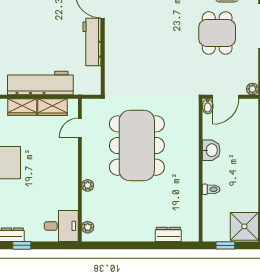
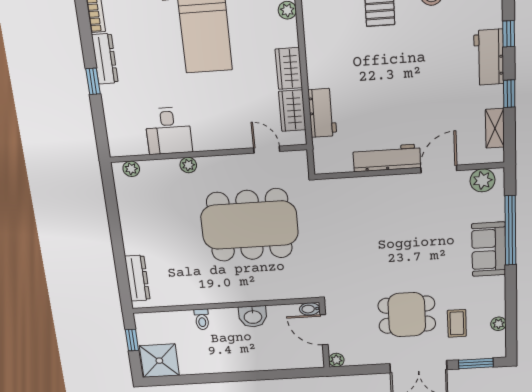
workbench: (40, 83) -> (322, 113), width x0.53, depth x0.76
desk: (61, 226) -> (168, 131), moved
dresser: (168, 234) -> (137, 278), width x1.44

